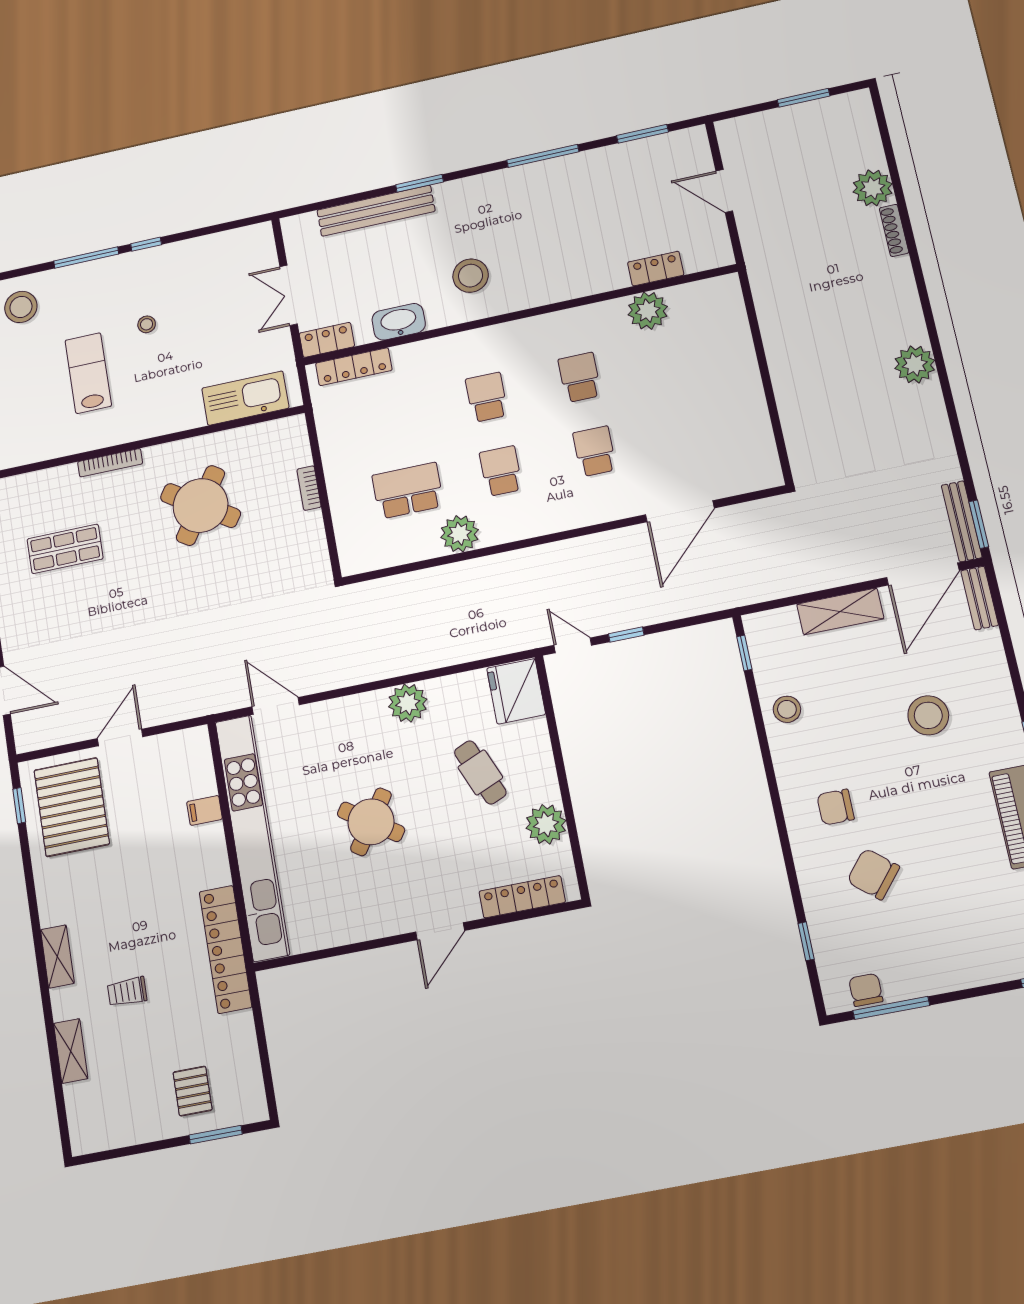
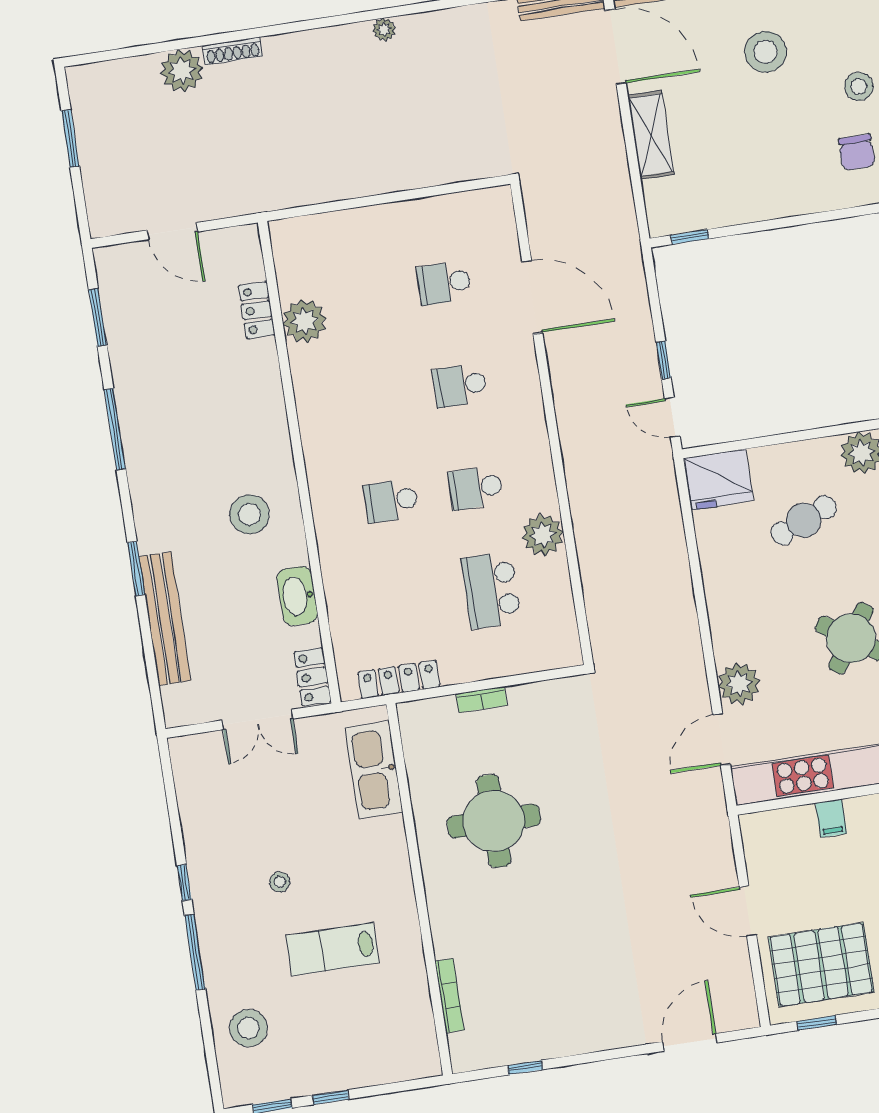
door: (724, 191) -> (172, 231), hinge flipped
plant: (915, 364) -> (384, 29), width x0.53, depth x0.53
locker: (354, 367) -> (399, 679), moved, turned -90
school desk: (580, 377) -> (444, 283), moved
bookcase: (110, 463) -> (449, 996), moved
round table: (201, 505) -> (494, 821), turned -33
shop shelf: (65, 549) -> (534, 974), removed
door: (573, 645) -> (672, 417), hinge flipped
plant: (408, 703) -> (739, 684), moved
stool: (787, 709) -> (859, 86), moved

